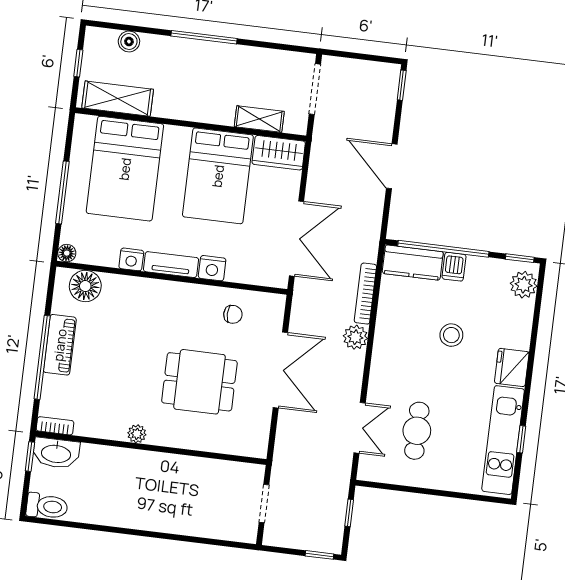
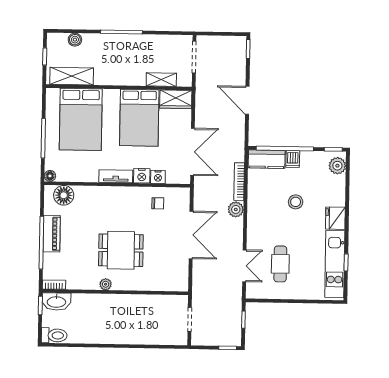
nightstand: (131, 259) -> (158, 177), moved
dining table: (199, 382) -> (121, 250), moved

